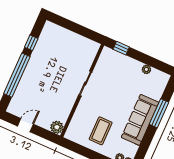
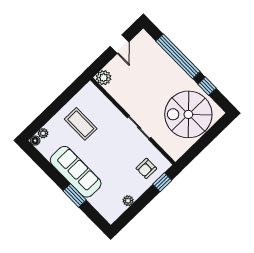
spiral stairs: (59, 49) -> (188, 114), added
armchair: (115, 65) -> (146, 168), added
window: (159, 113) -> (75, 195), width x0.69

